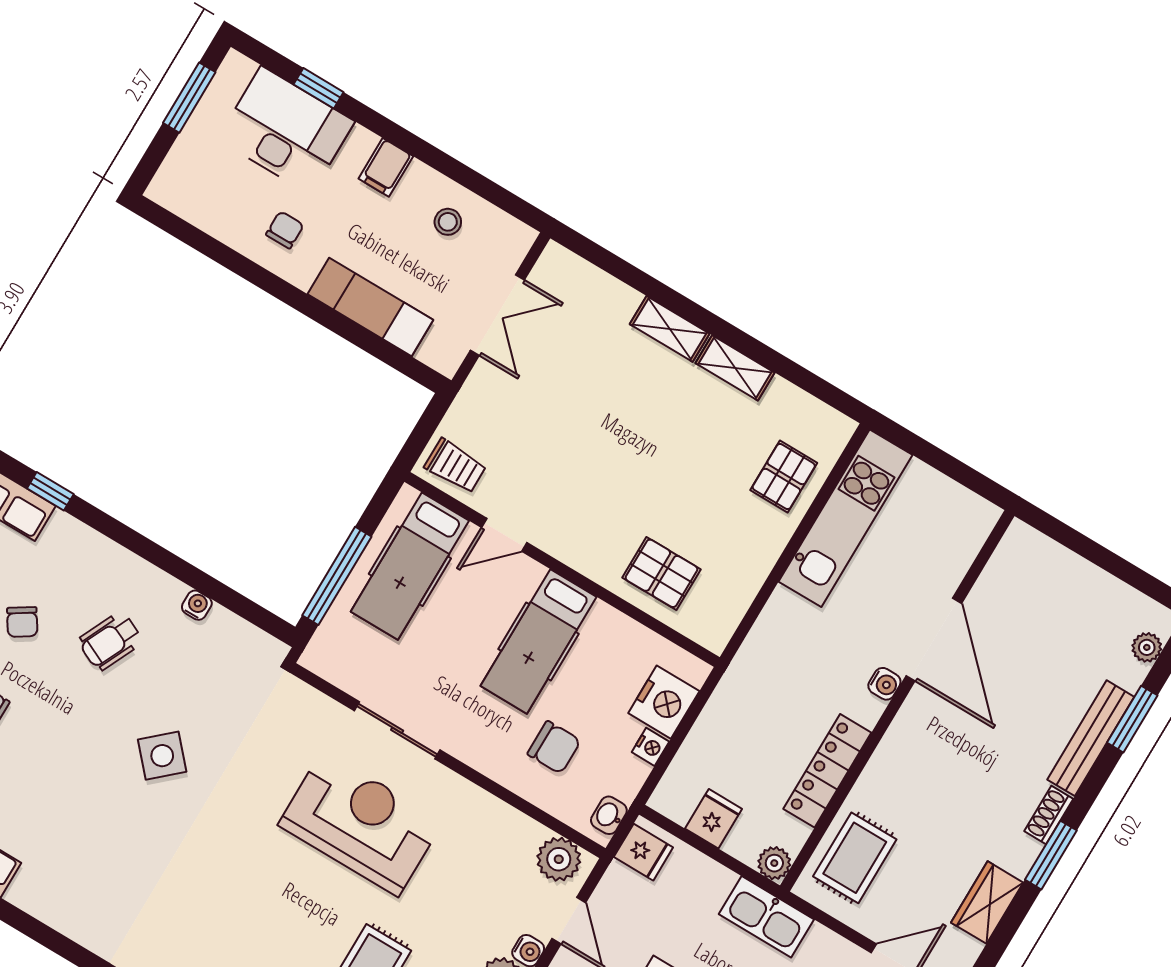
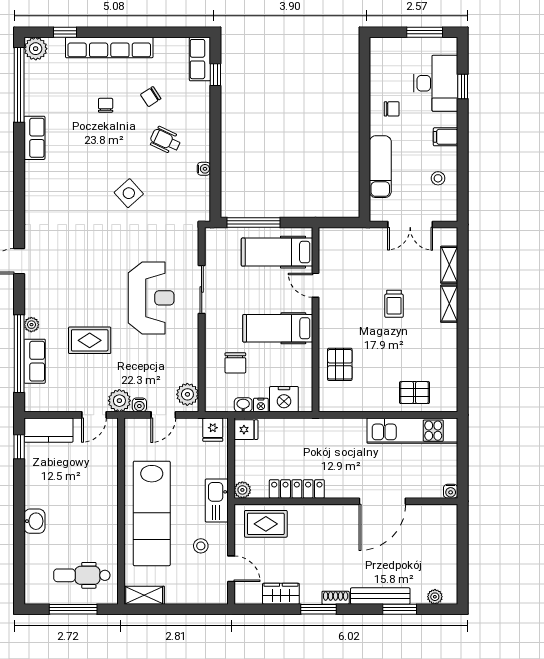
shelving: (735, 368) -> (449, 265), moved
trolley: (455, 466) -> (394, 304), moved
water cooler: (884, 684) -> (451, 491), moved
washbasin: (609, 815) -> (243, 405), moved
fridge: (714, 819) -> (246, 430), moved

